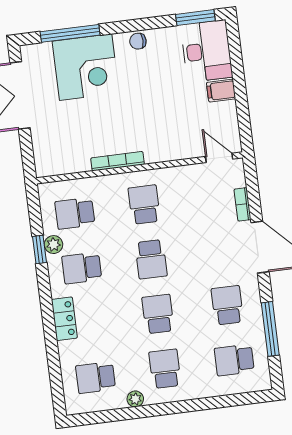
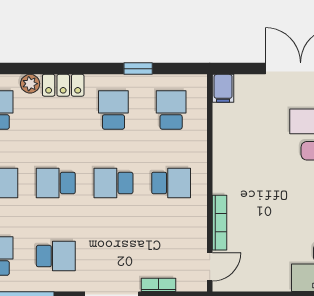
filing cabinet: (221, 91) -> (223, 88), moved, turned 180
bookcase: (118, 161) -> (220, 223), moved
plant: (54, 245) -> (30, 84), moved
school desk: (158, 314) -> (56, 183), turned 180

